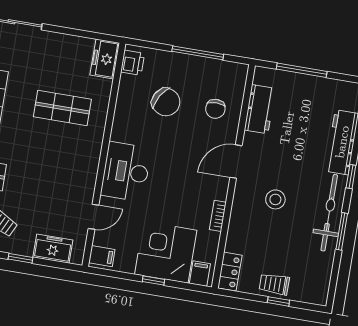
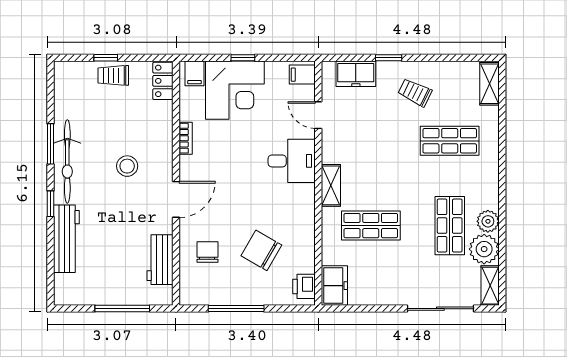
shelving: (93, 151) -> (331, 185), added
desk: (126, 172) -> (292, 161), width x0.73
door: (93, 217) -> (318, 115), hinge flipped
trolley: (274, 284) -> (113, 75), turned 180

